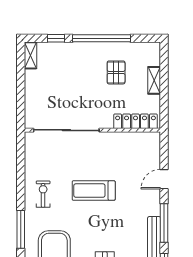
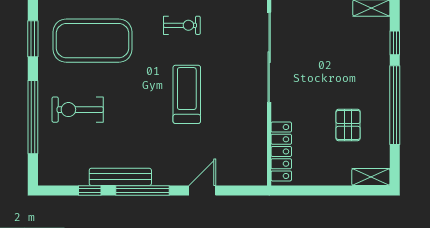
pallet: (116, 72) -> (348, 125), turned 90
shelving: (154, 80) -> (371, 177), moved
door: (164, 179) -> (202, 191), hinge flipped

